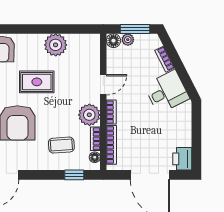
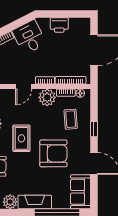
door: (103, 85) -> (24, 87), swing flipped
printer: (182, 159) -> (59, 25), moved
window: (74, 175) -> (94, 129), moved

